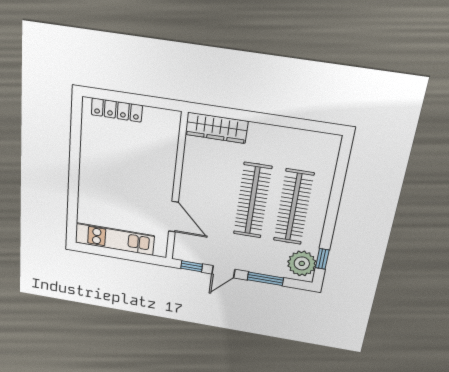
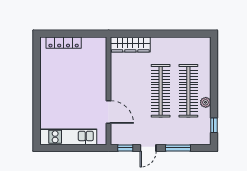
plant: (302, 263) -> (206, 102), moved, width x0.53, depth x0.53

